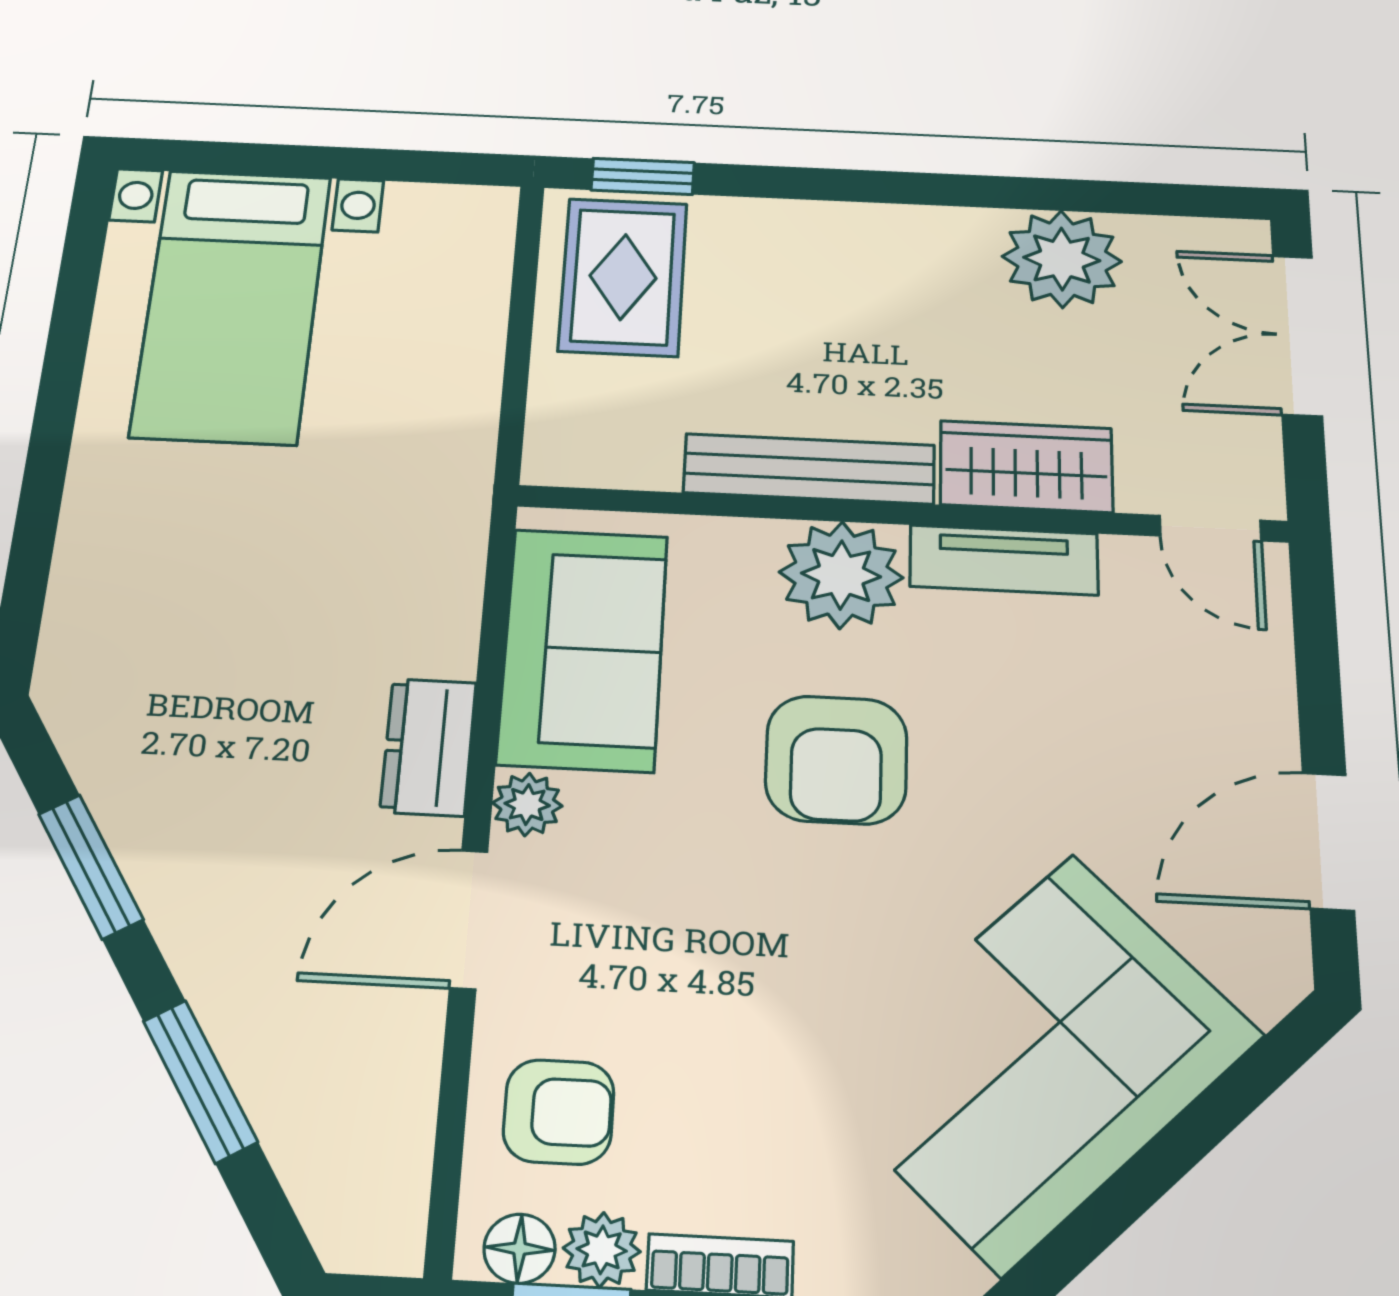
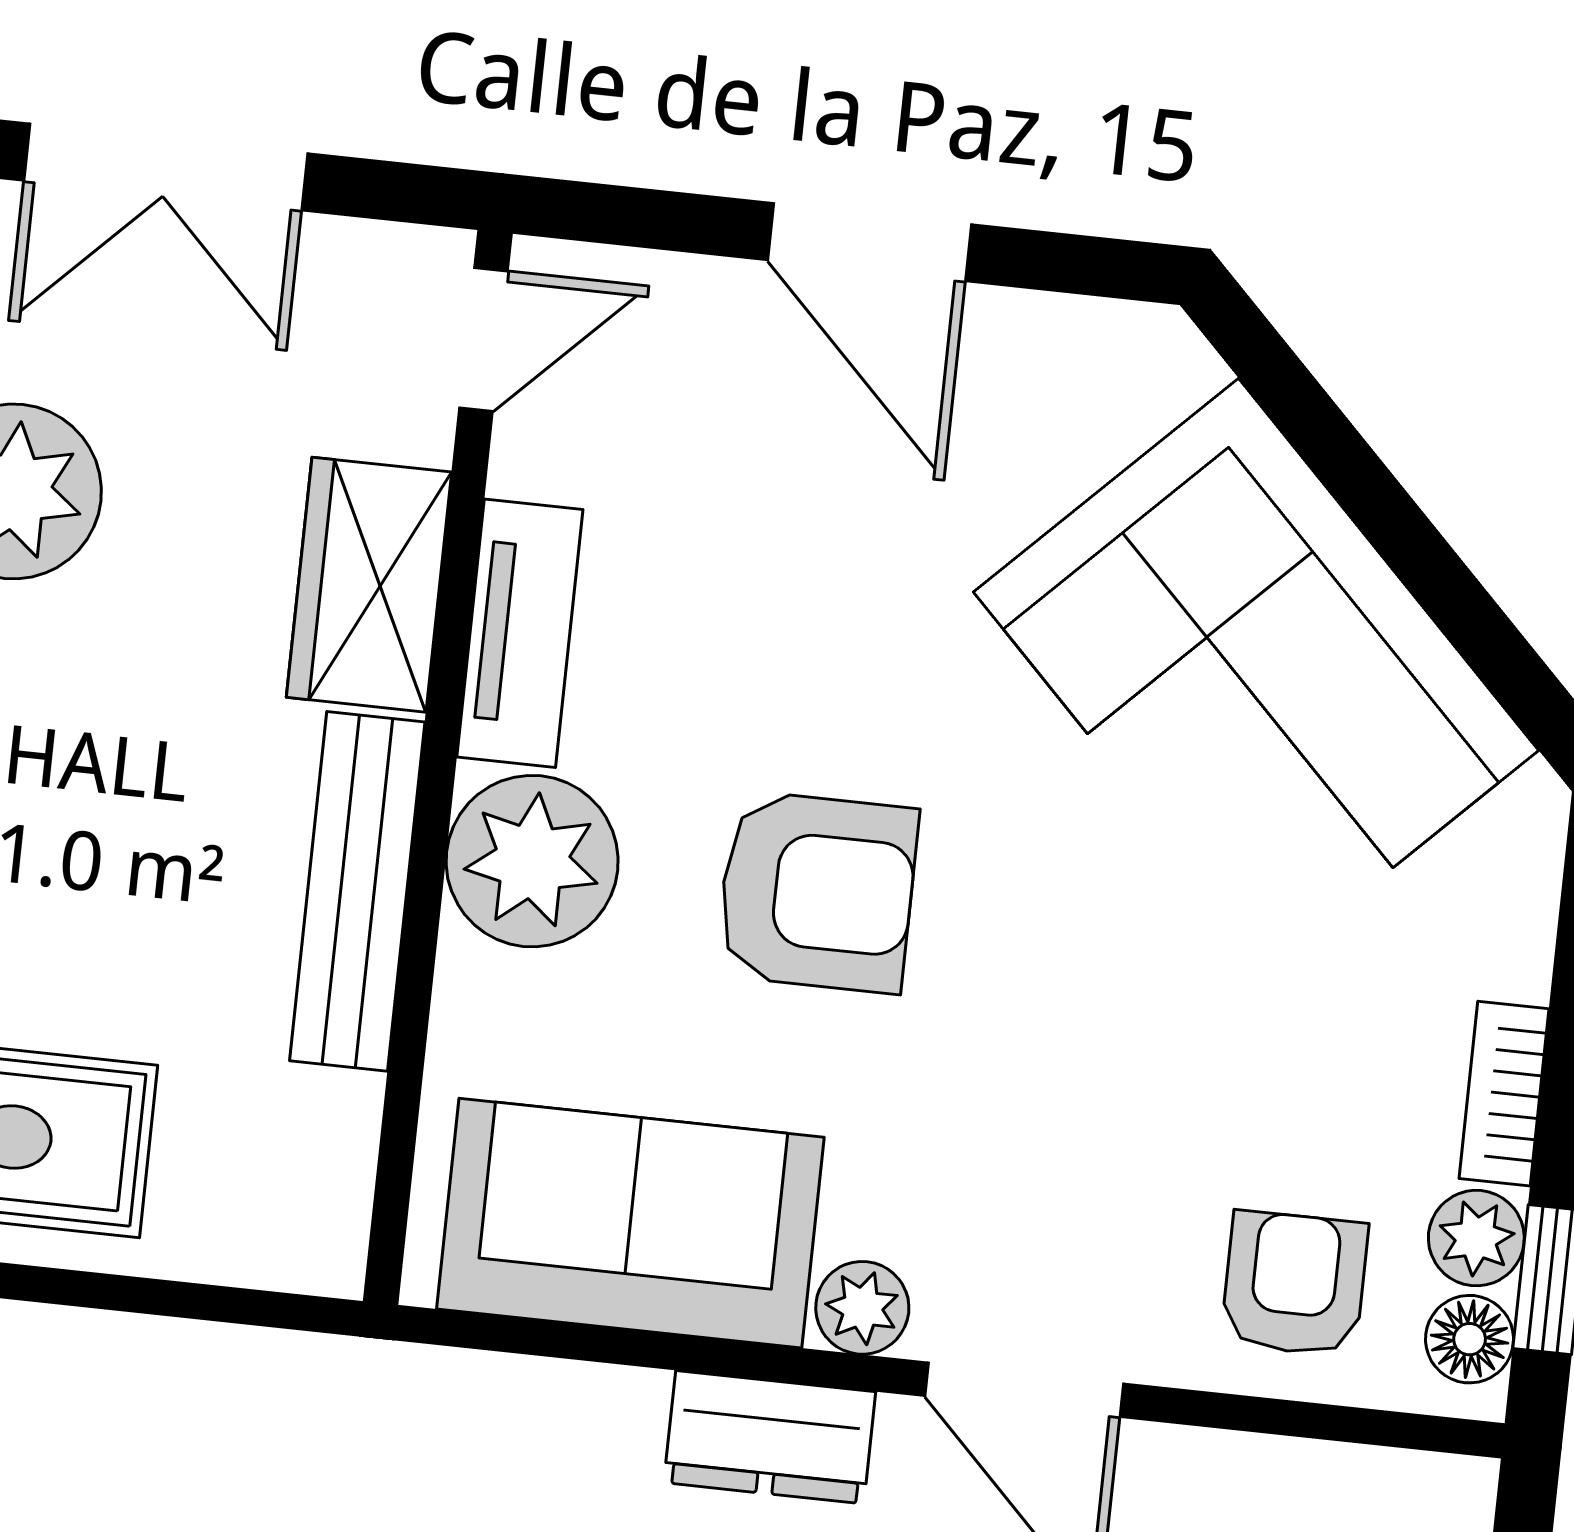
door: (1328, 841) -> (869, 242), moved

